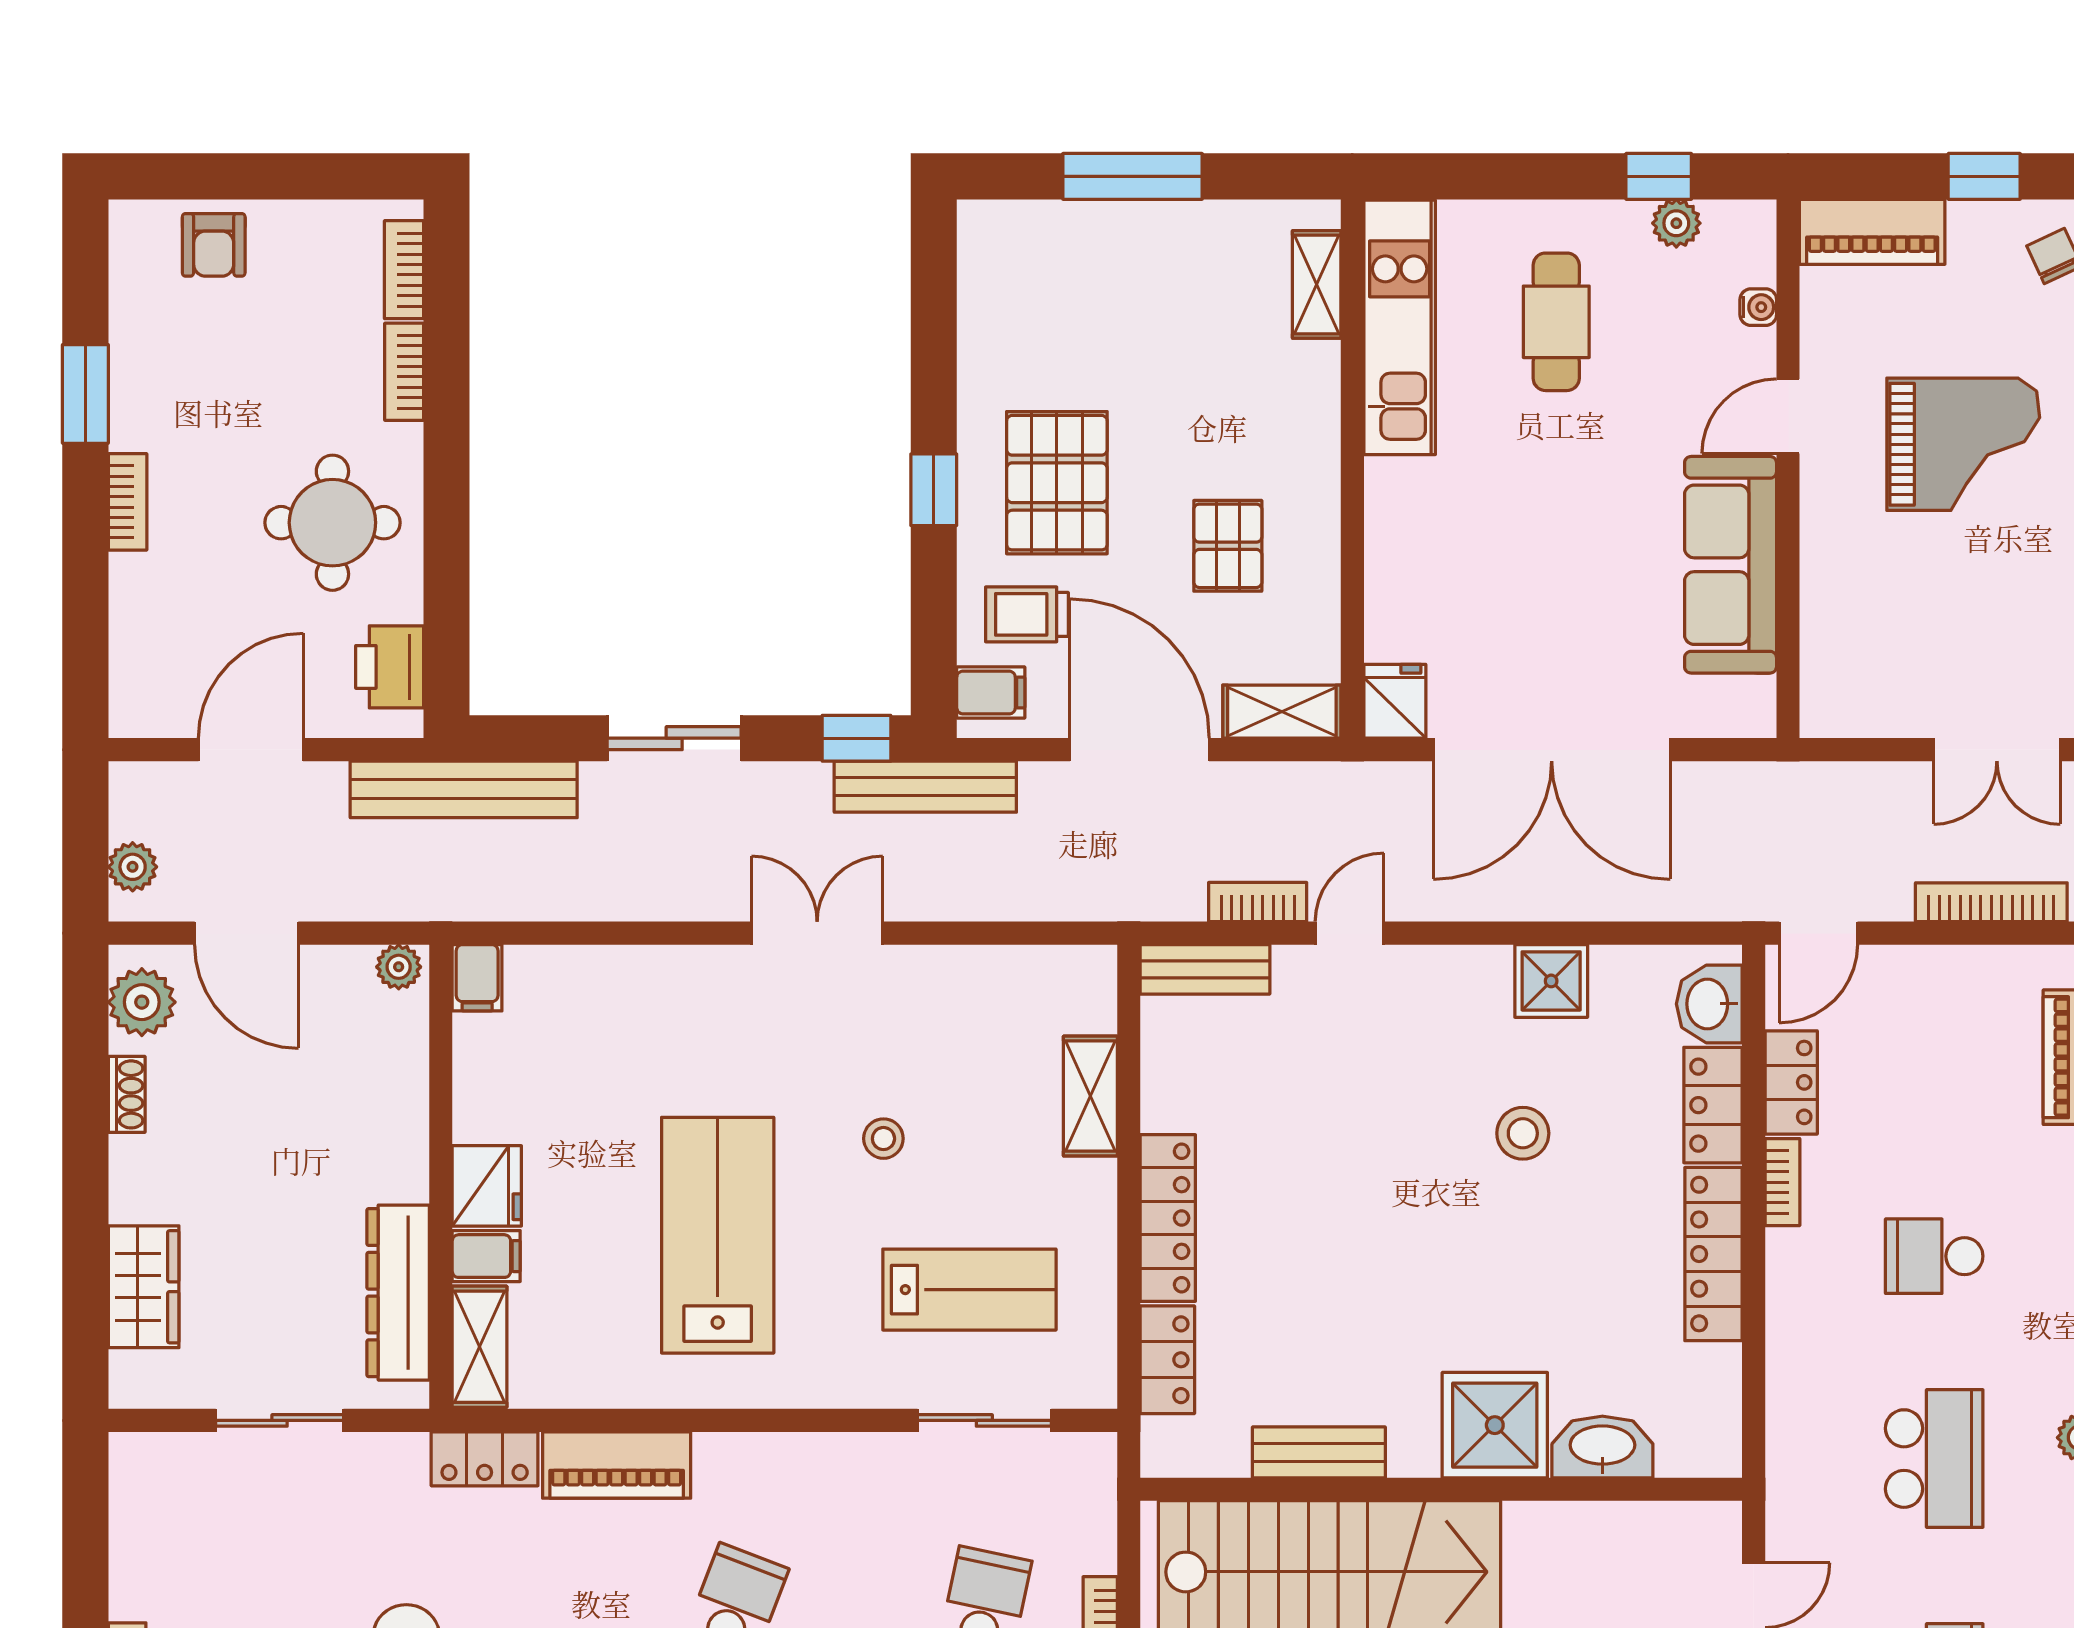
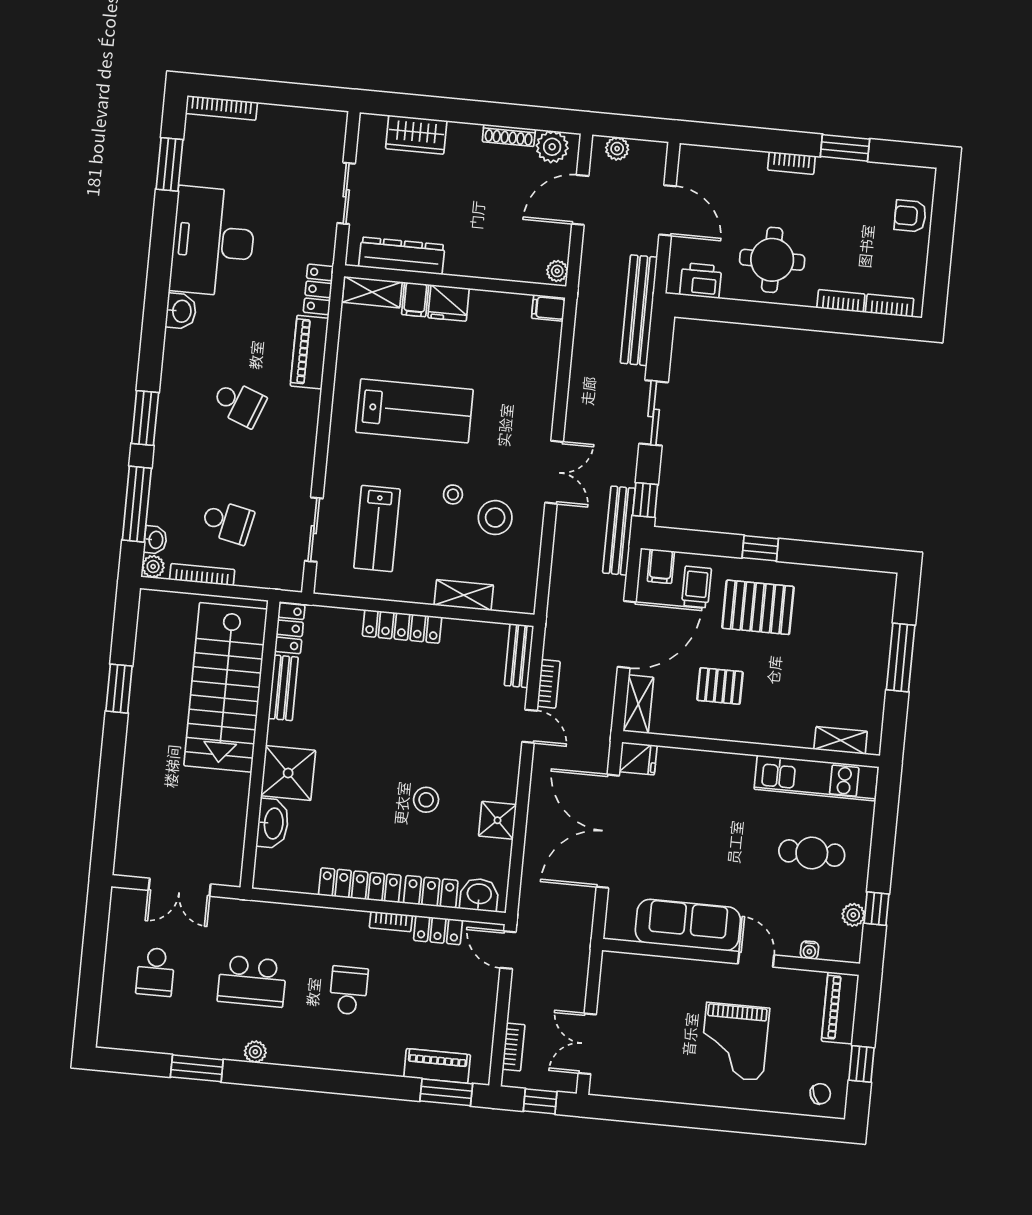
bookcase: (1991, 902) -> (514, 1047), width x0.64
stool: (923, 1046) -> (495, 518), added
shoe rack: (127, 1094) -> (509, 135), width x1.43
locker: (1167, 1360) -> (290, 628), moved, turned -90

